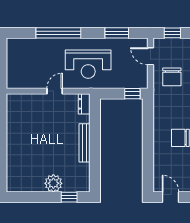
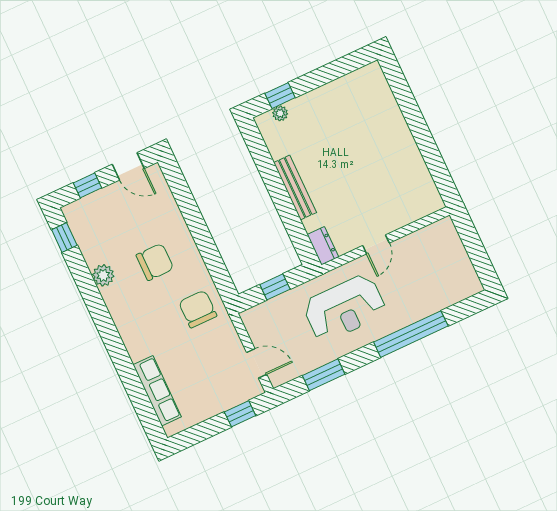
reception desk: (88, 64) -> (345, 308), turned 180
chair: (172, 77) -> (198, 309), moved
window: (132, 94) -> (275, 287), moved
plant: (53, 183) -> (280, 113), moved, width x0.53, depth x0.53

